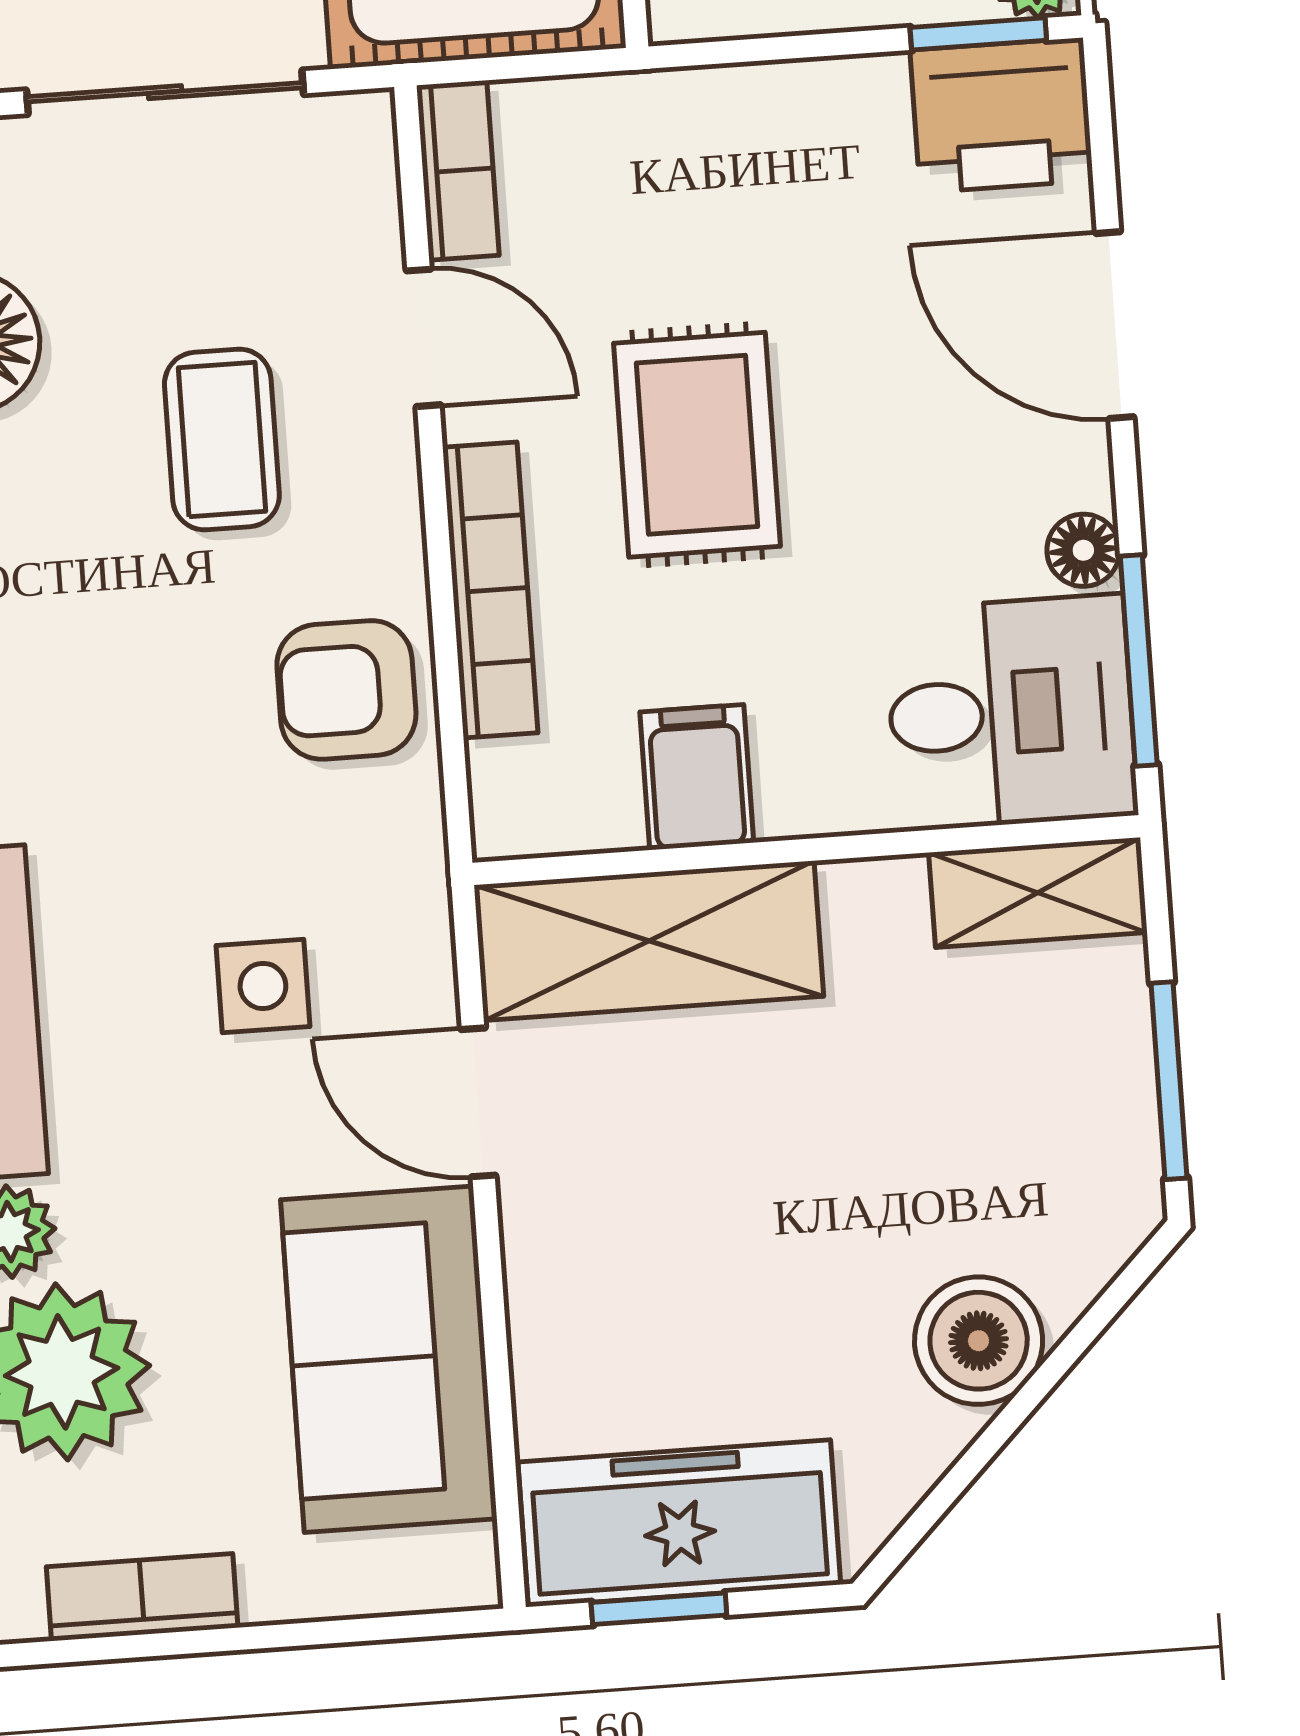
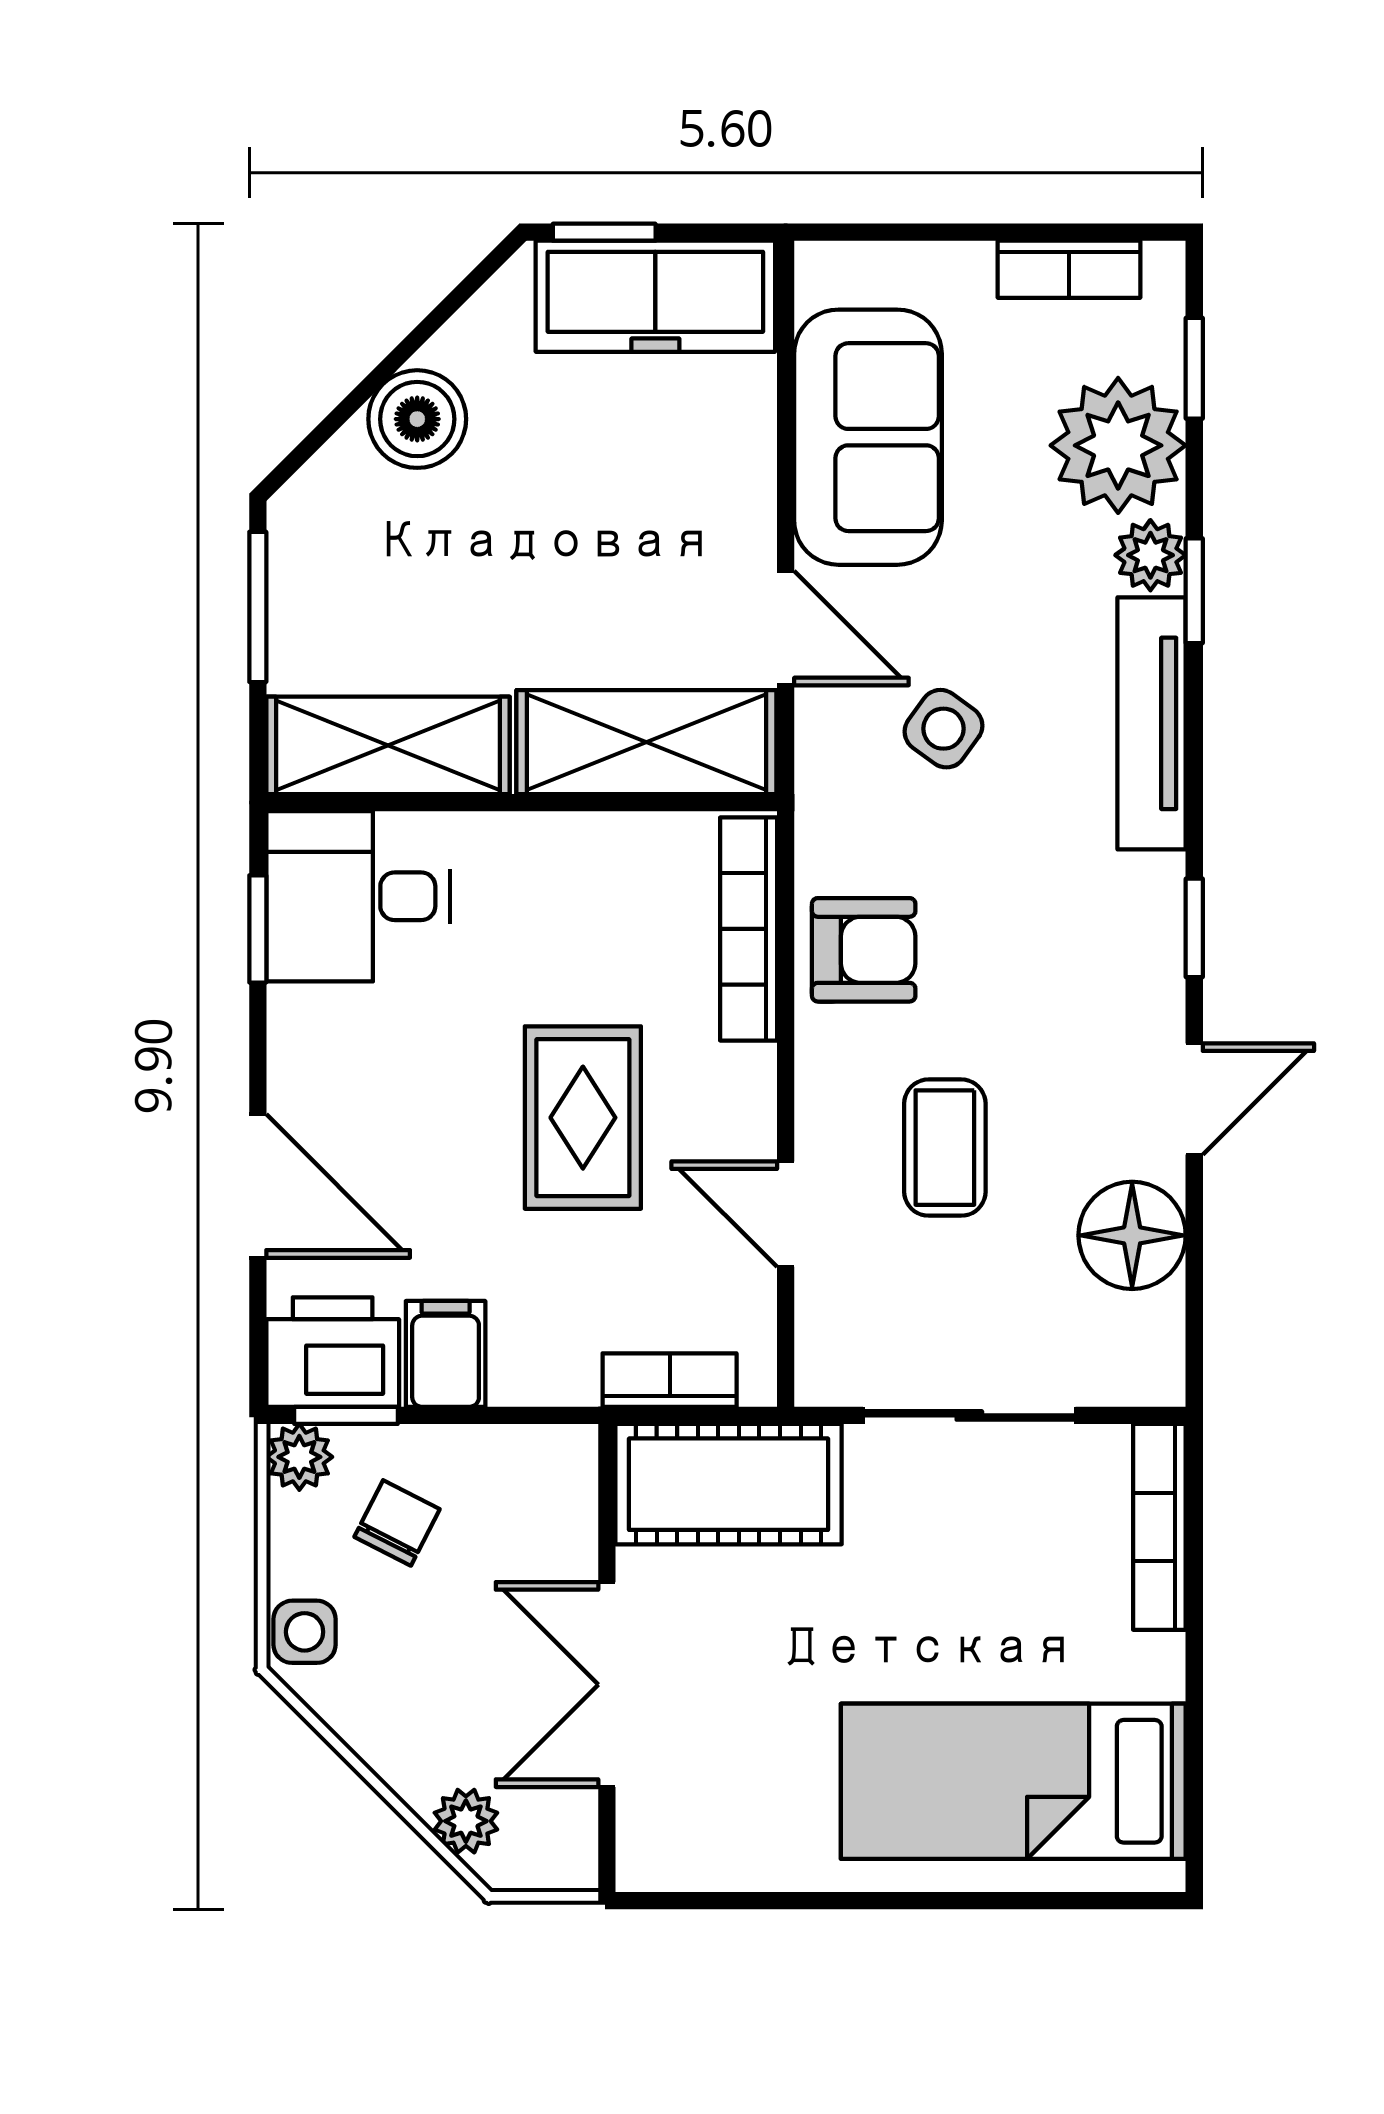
bookcase: (458, 170) -> (670, 1380), moved, turned 90
floor lamp: (1083, 550) -> (294, 1016), removed
bookcase: (490, 590) -> (749, 929), moved
window: (1139, 661) -> (258, 929), width x0.67
filing cabinet: (697, 777) -> (446, 1354), moved, turned 180
shelving: (1038, 893) -> (388, 745), width x1.50, depth x1.33
side table: (263, 986) -> (943, 729), turned 36
window: (659, 1609) -> (604, 232), moved

